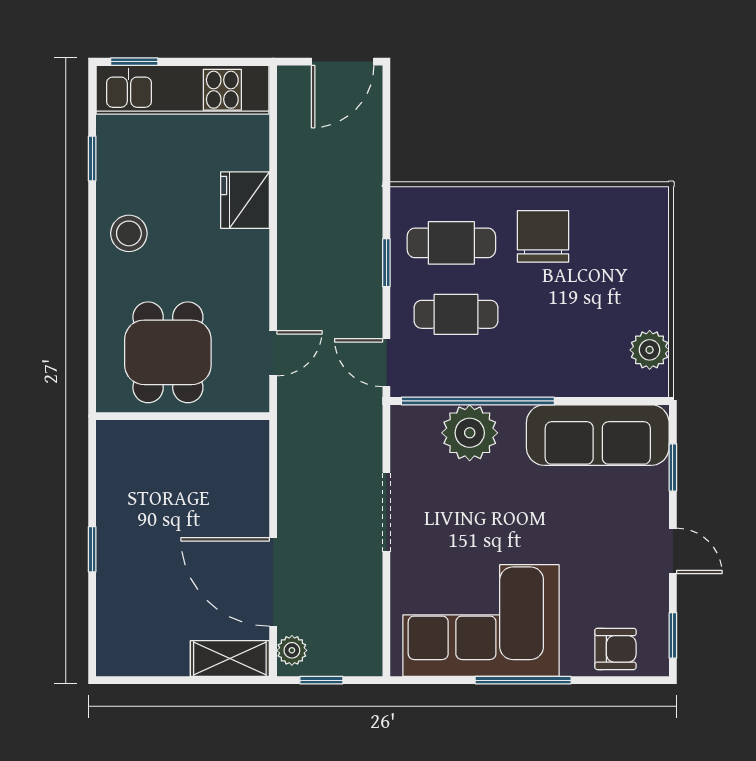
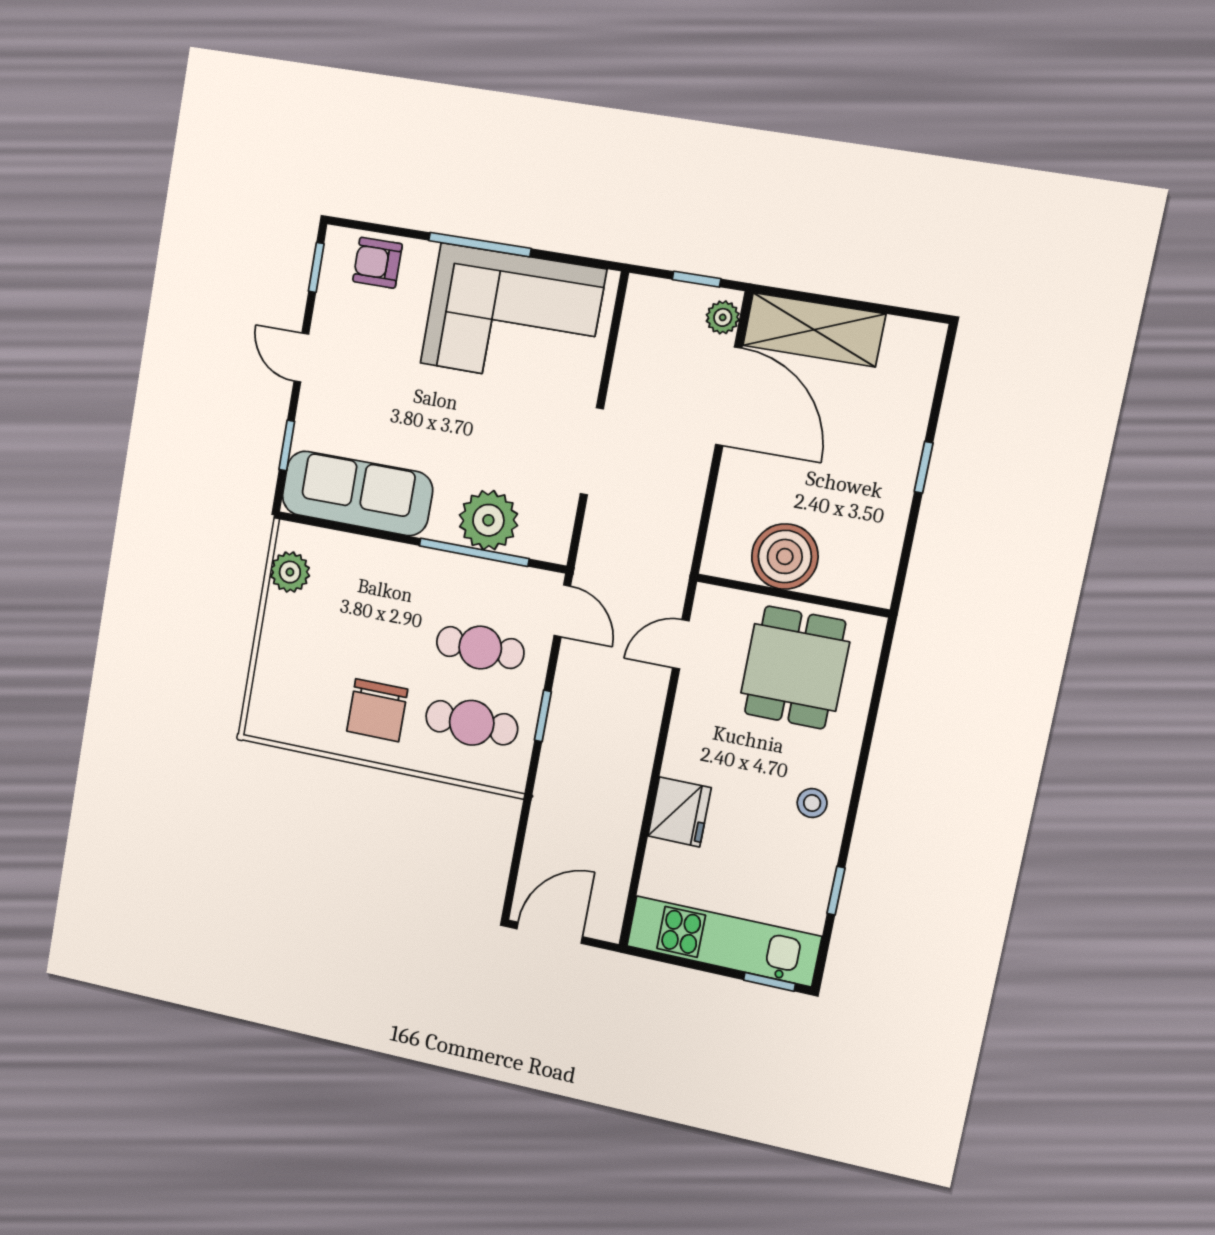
stool: (129, 233) -> (812, 803), width x0.73, depth x0.73
window: (478, 401) -> (474, 552), width x0.68
boiler: (196, 449) -> (785, 557), added
shelving: (230, 658) -> (814, 330), width x1.50, depth x1.33

